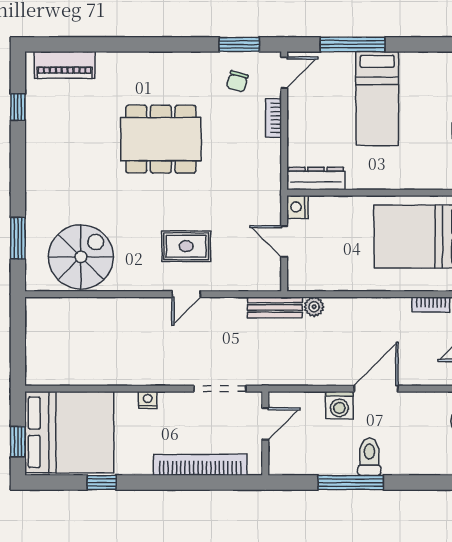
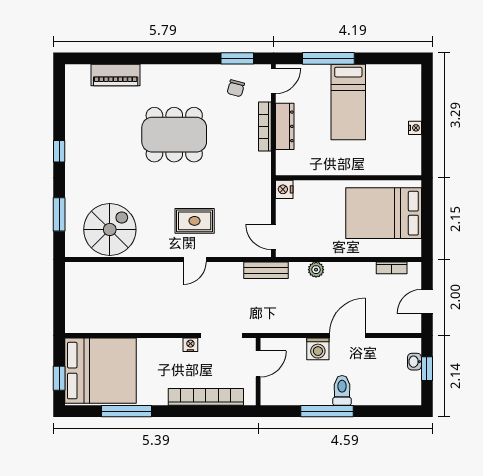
piano: (65, 65) -> (116, 75), moved
window: (18, 107) -> (59, 151), moved
bookcase: (274, 118) -> (265, 126), width x1.56
dresser: (316, 178) -> (285, 126), moved, turned 90
door: (284, 241) -> (273, 237), moved
plant: (314, 307) -> (316, 270), moved
nightstand: (148, 400) -> (190, 345), moved
window: (102, 483) -> (126, 411), width x2.17

